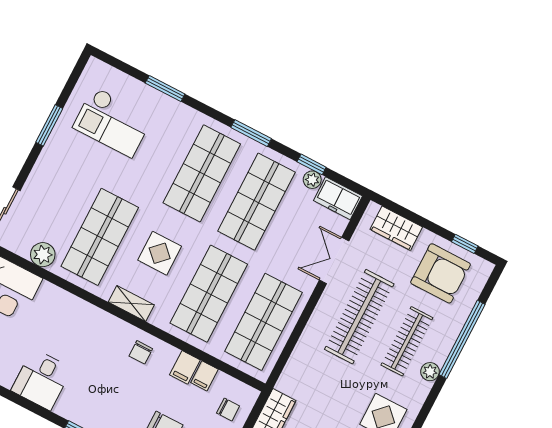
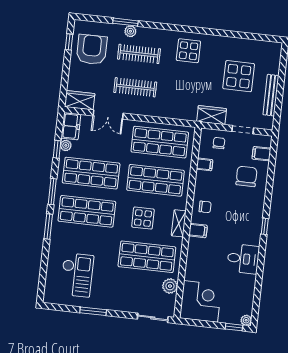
window: (165, 88) -> (48, 226), moved
wardrobe: (396, 228) -> (80, 100), moved, turned -90
clothes rail: (359, 317) -> (135, 87), width x0.73, depth x0.76
window: (462, 339) -> (125, 22), width x0.47
filing cabinet: (185, 367) -> (198, 231), moved
plant: (430, 372) -> (130, 31), moved

